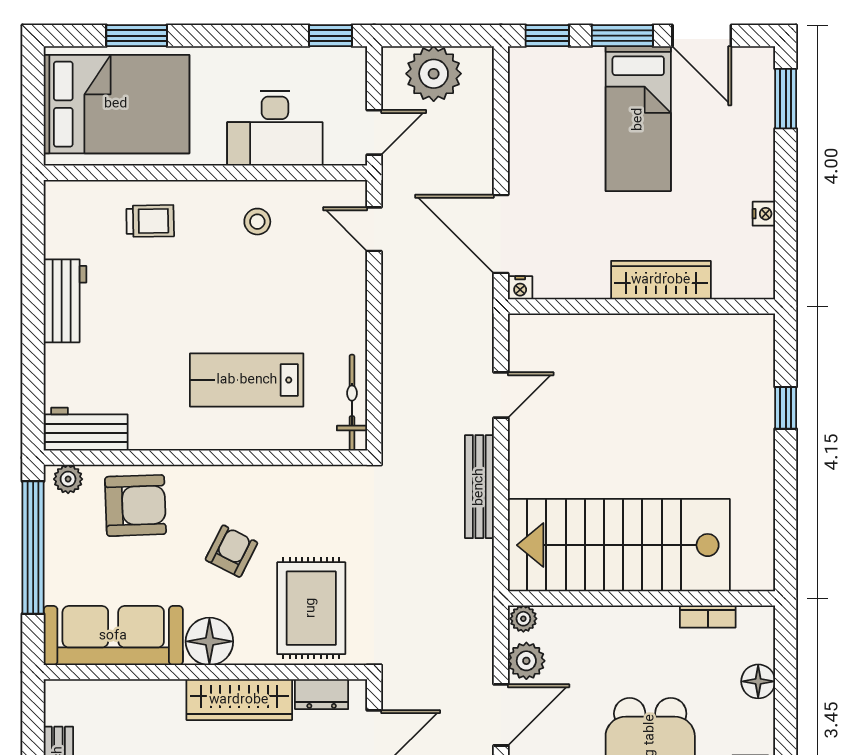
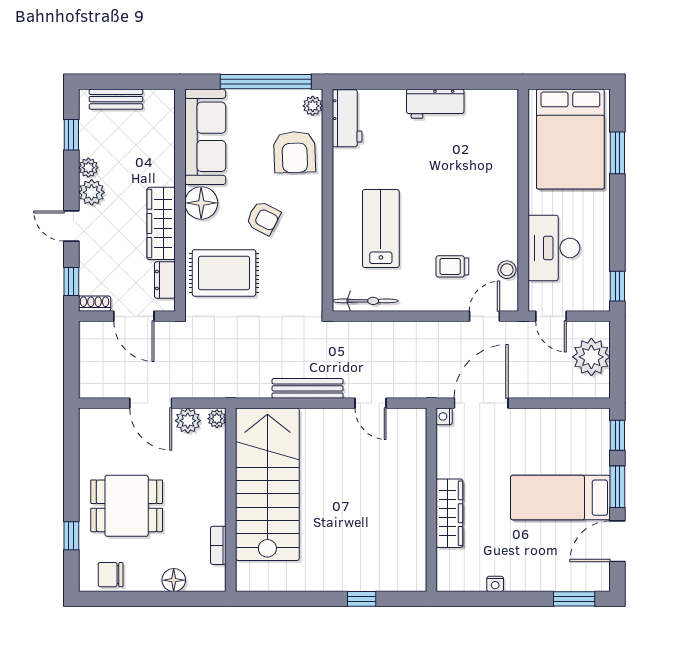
trolley: (150, 221) -> (452, 266), moved, turned 91
stool: (257, 222) -> (507, 270), moved

